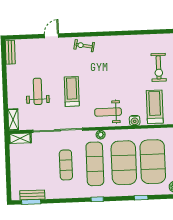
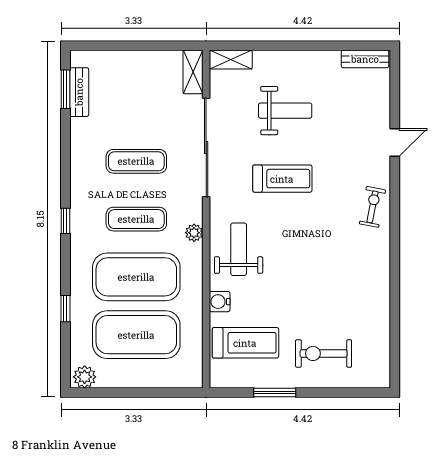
door: (51, 36) -> (395, 142), hinge flipped
exercise mat: (95, 164) -> (136, 219), width x0.73, depth x0.69

